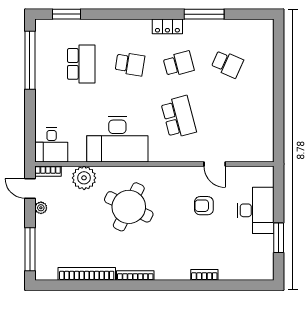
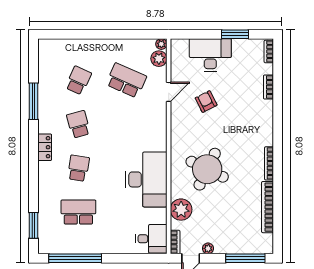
locker: (167, 26) -> (45, 147), moved
school desk: (179, 117) -> (126, 80), moved, turned 39
plant: (252, 153) -> (159, 59), added
plant: (268, 156) -> (161, 44), added
armchair: (204, 206) -> (206, 102), turned 153
bookcase: (204, 275) -> (268, 87), moved
bookcase: (259, 275) -> (269, 51), added

